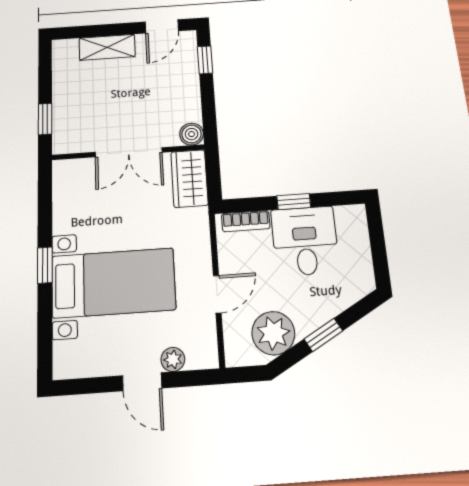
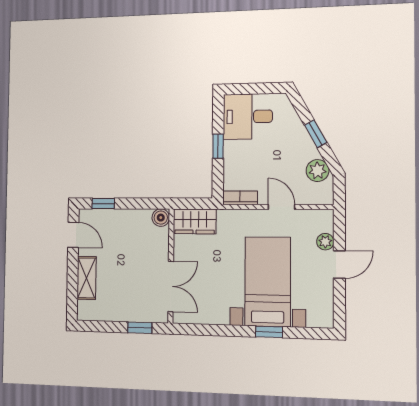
double door: (129, 152) -> (171, 286), moved
bookcase: (246, 221) -> (240, 198), moved, turned -90
desk: (305, 241) -> (248, 117), moved
window: (45, 265) -> (269, 332), moved
plant: (273, 333) -> (318, 171), width x0.73, depth x0.73

